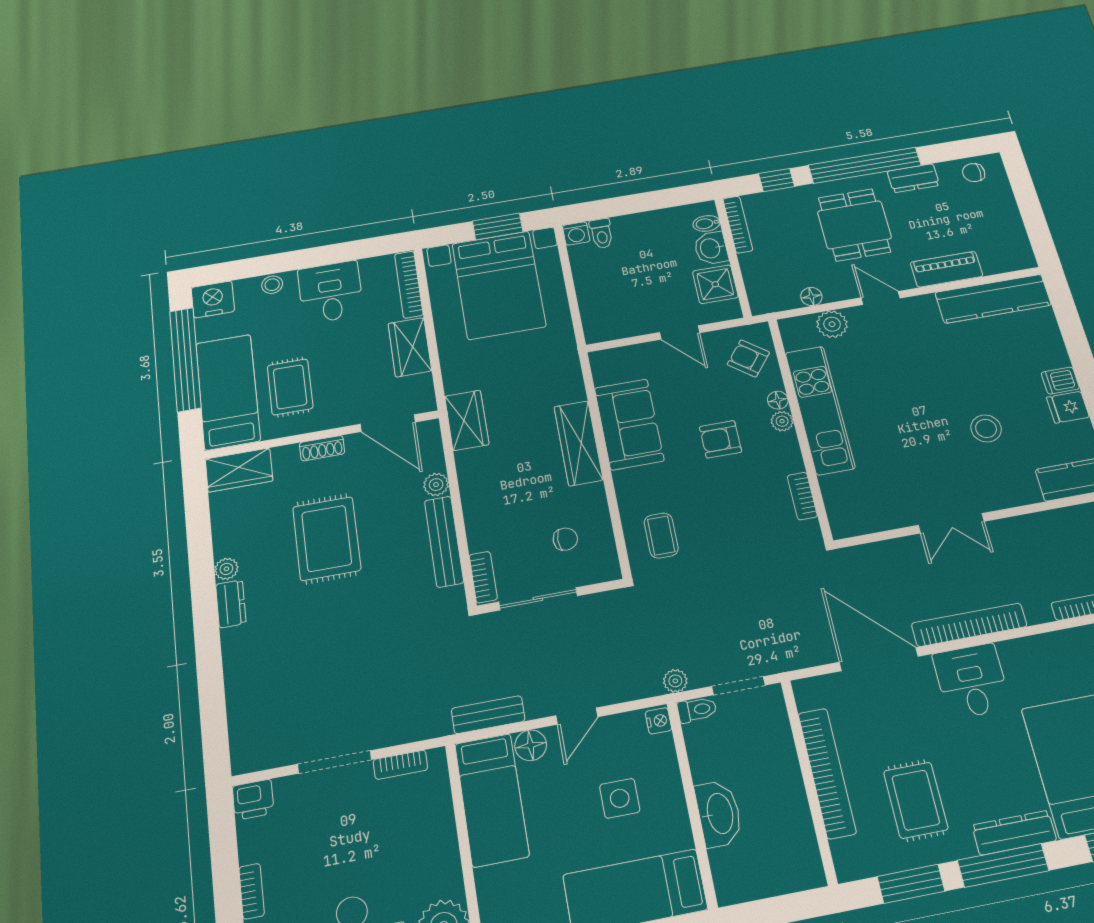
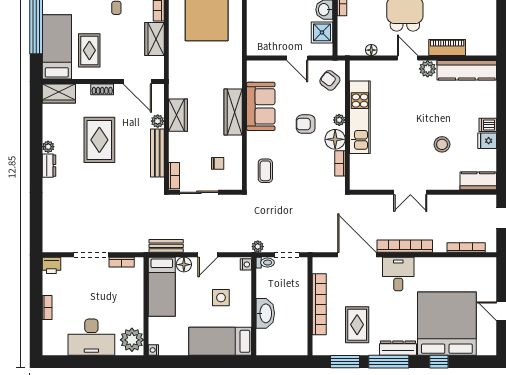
plant: (832, 324) -> (428, 69), moved
floor lamp: (778, 400) -> (335, 139), moved, width x1.89, depth x1.89
wardrobe: (467, 420) -> (178, 115), moved

